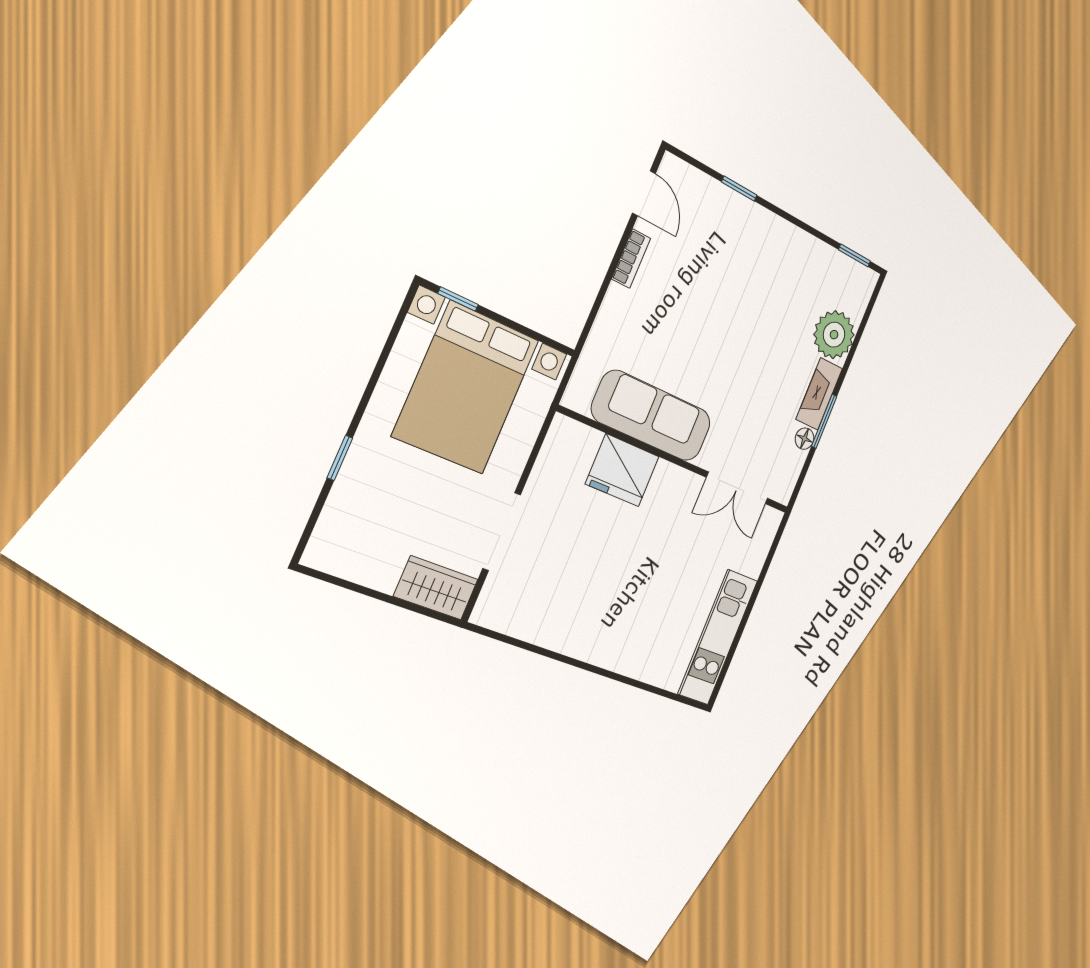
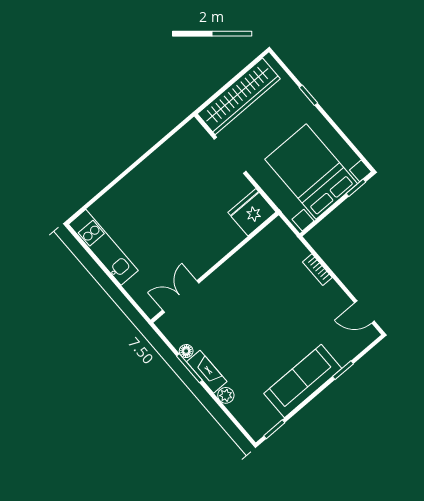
bookcase: (631, 259) -> (317, 270), moved
plant: (834, 335) -> (226, 395), width x0.53, depth x0.53
sofa: (652, 416) -> (303, 381), moved, turned 180
fridge: (622, 470) -> (252, 212), moved
wardrobe: (436, 588) -> (239, 96), width x2.10, depth x1.17

